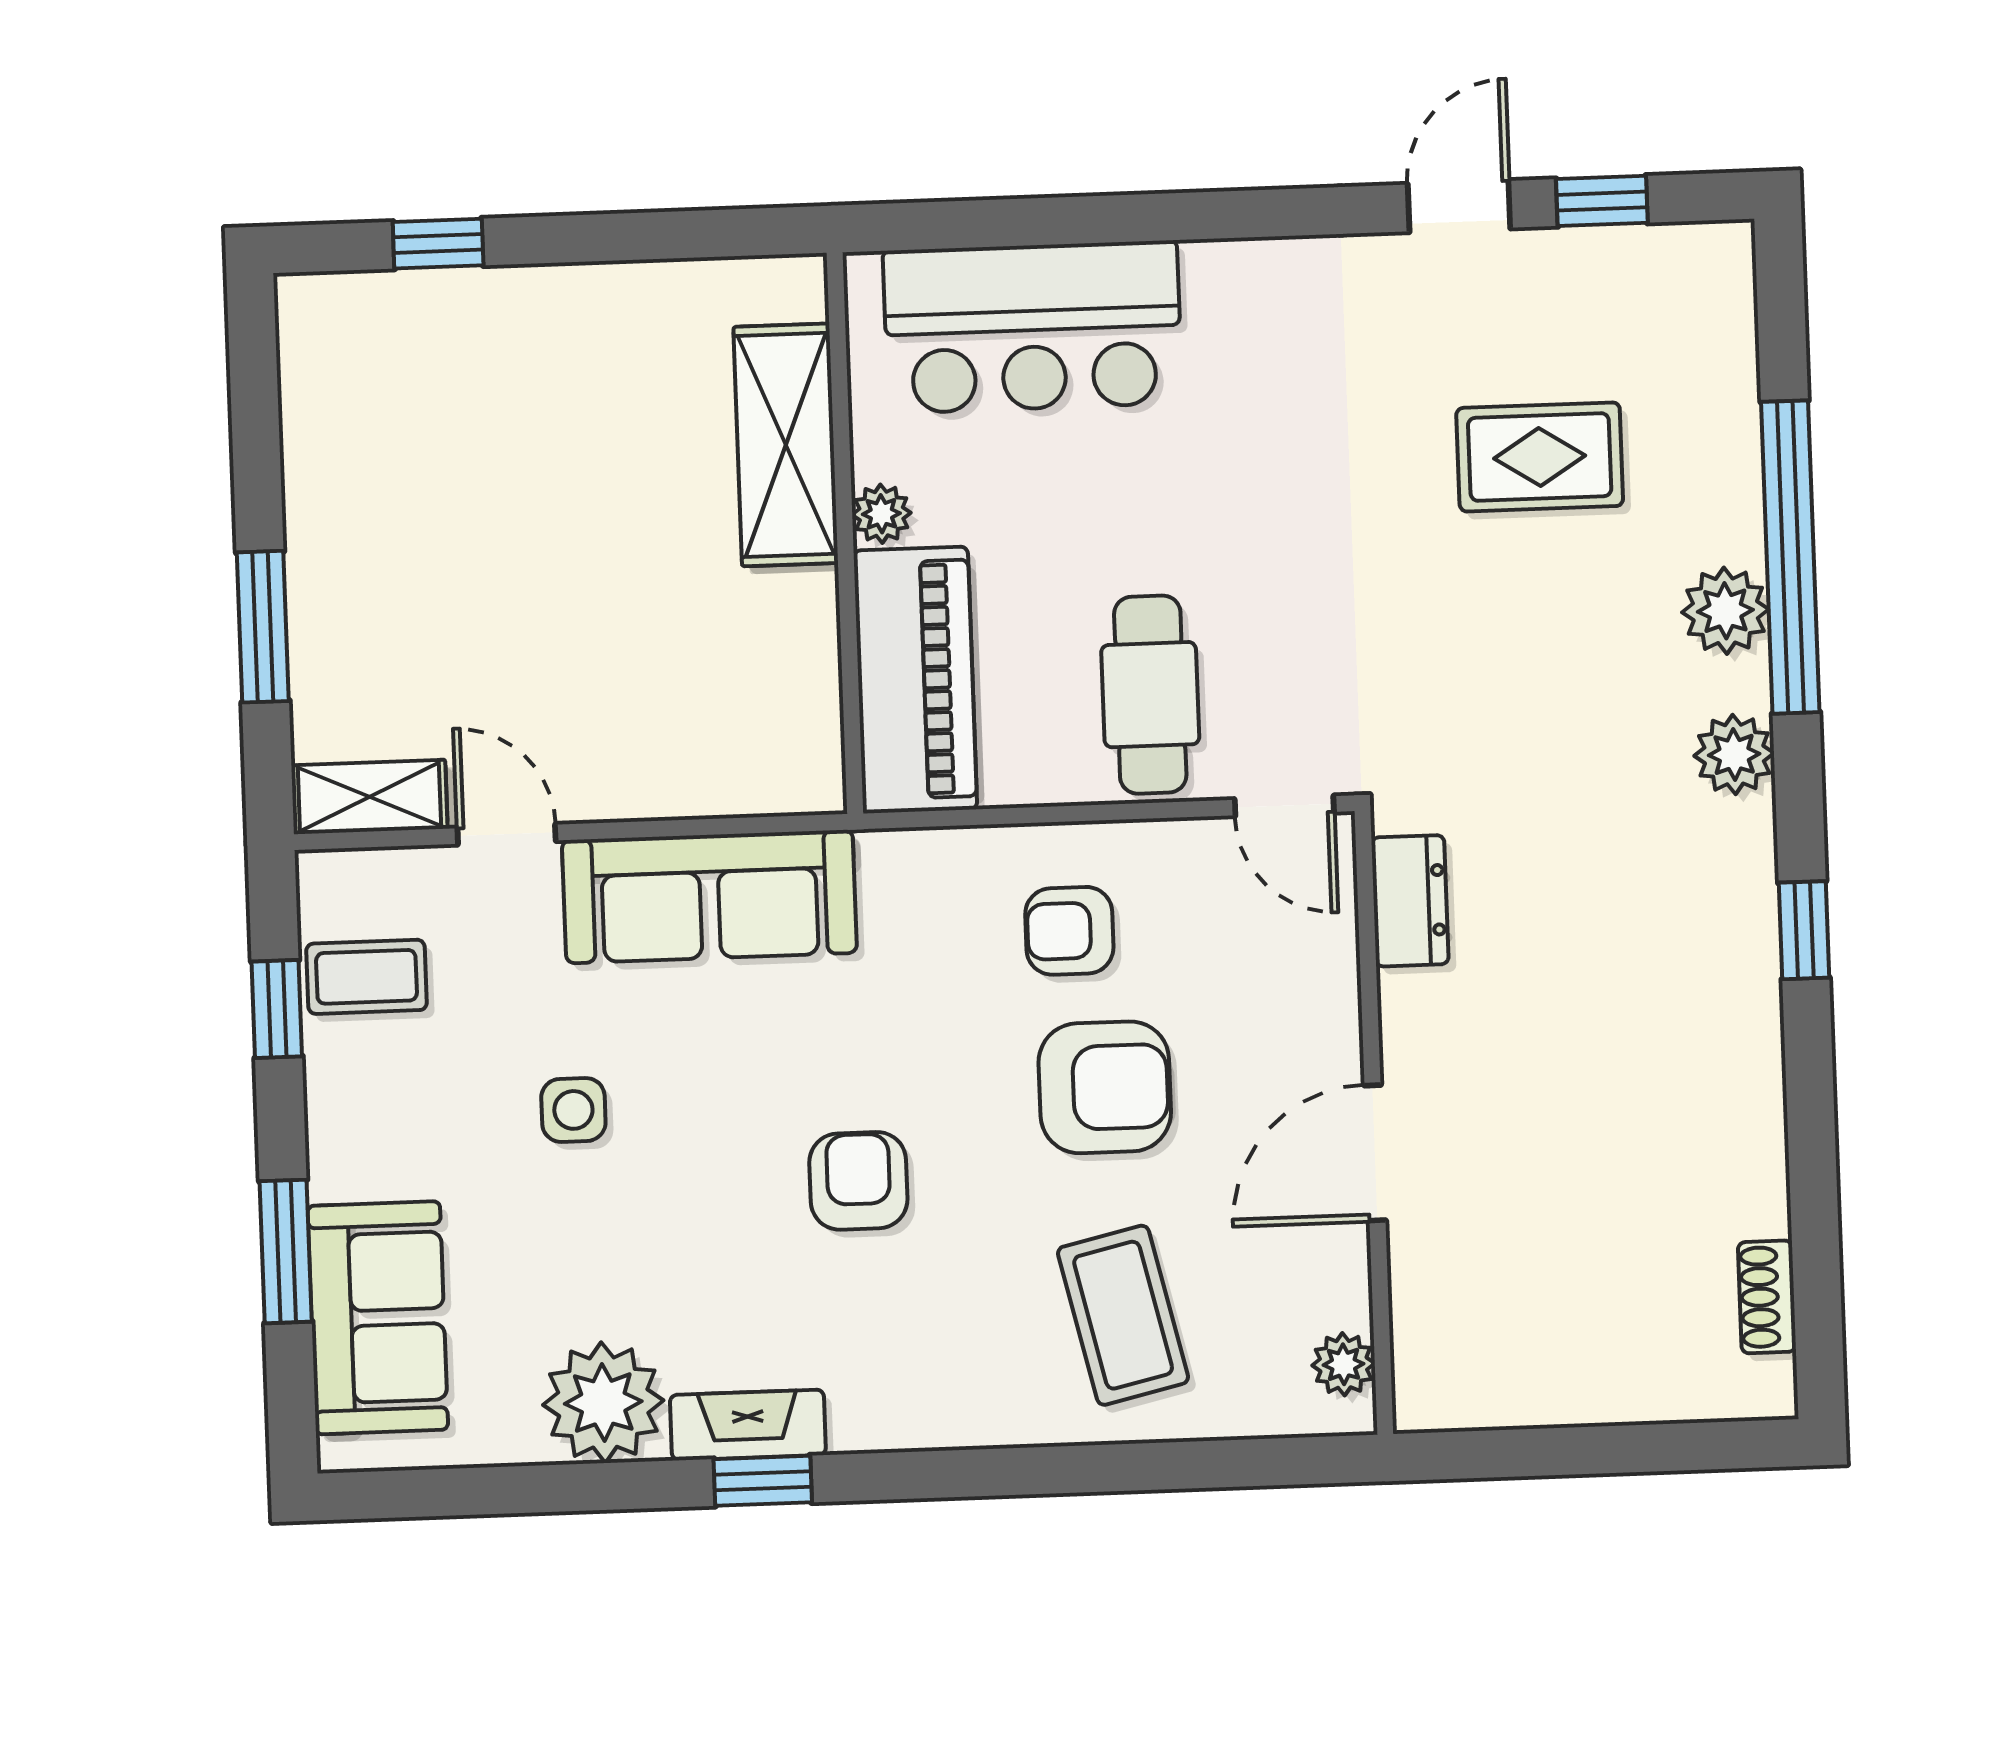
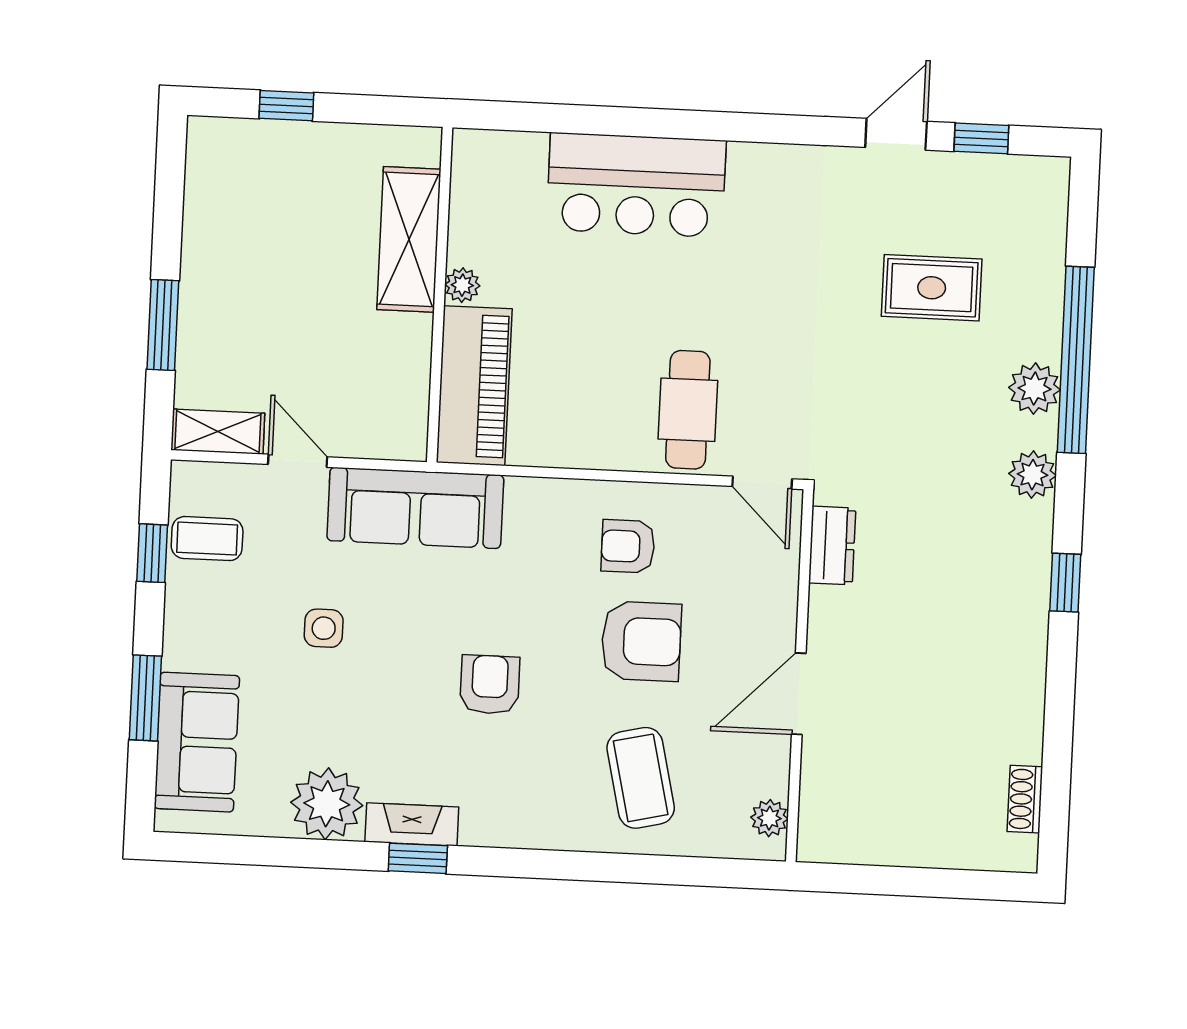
shelving: (786, 445) -> (409, 239), moved
plant: (881, 514) -> (462, 285), moved
wall: (845, 533) -> (440, 295), moved
piano: (915, 680) -> (474, 386), moved

